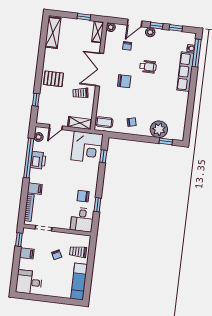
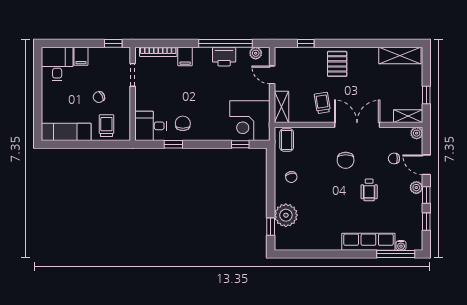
filing cabinet: (27, 253) -> (81, 56), moved

